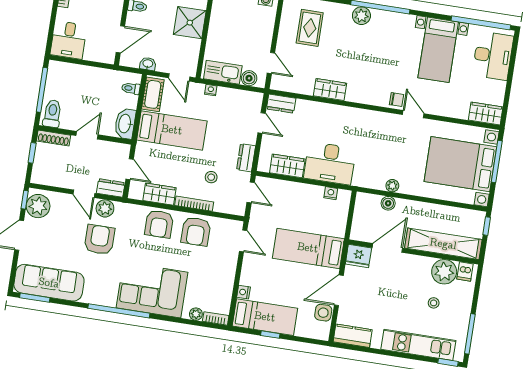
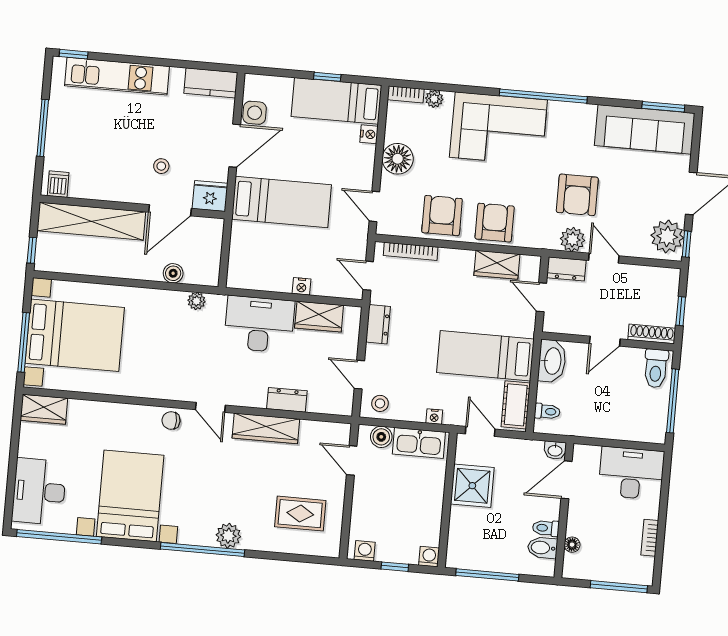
shower: (190, 23) -> (472, 486), moved
rug: (310, 28) -> (300, 514), turned 90
desk: (69, 40) -> (631, 473), width x1.37
bed with nightstands: (438, 50) -> (130, 496), width x1.36
washbasin: (148, 64) -> (555, 450), moved
wardrobe: (330, 90) -> (266, 428), width x1.50
dresser: (281, 104) -> (287, 400), moved
door: (413, 114) -> (210, 407), moved
stool: (211, 177) -> (380, 403), moved
plant: (392, 186) -> (196, 301), moved
nightstand: (331, 193) -> (301, 286), moved
bookcase: (194, 204) -> (411, 251), moved
plant: (444, 272) -> (88, 182), removed
floor lamp: (224, 273) -> (398, 159), added
stool: (434, 303) -> (161, 166), moved
window: (470, 334) -> (43, 128), moved

